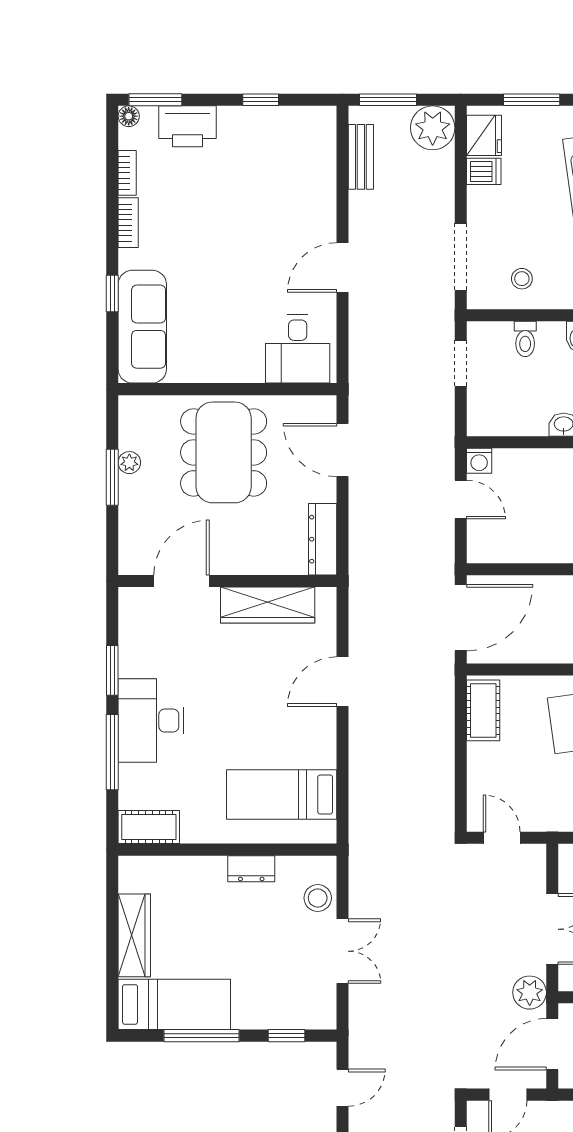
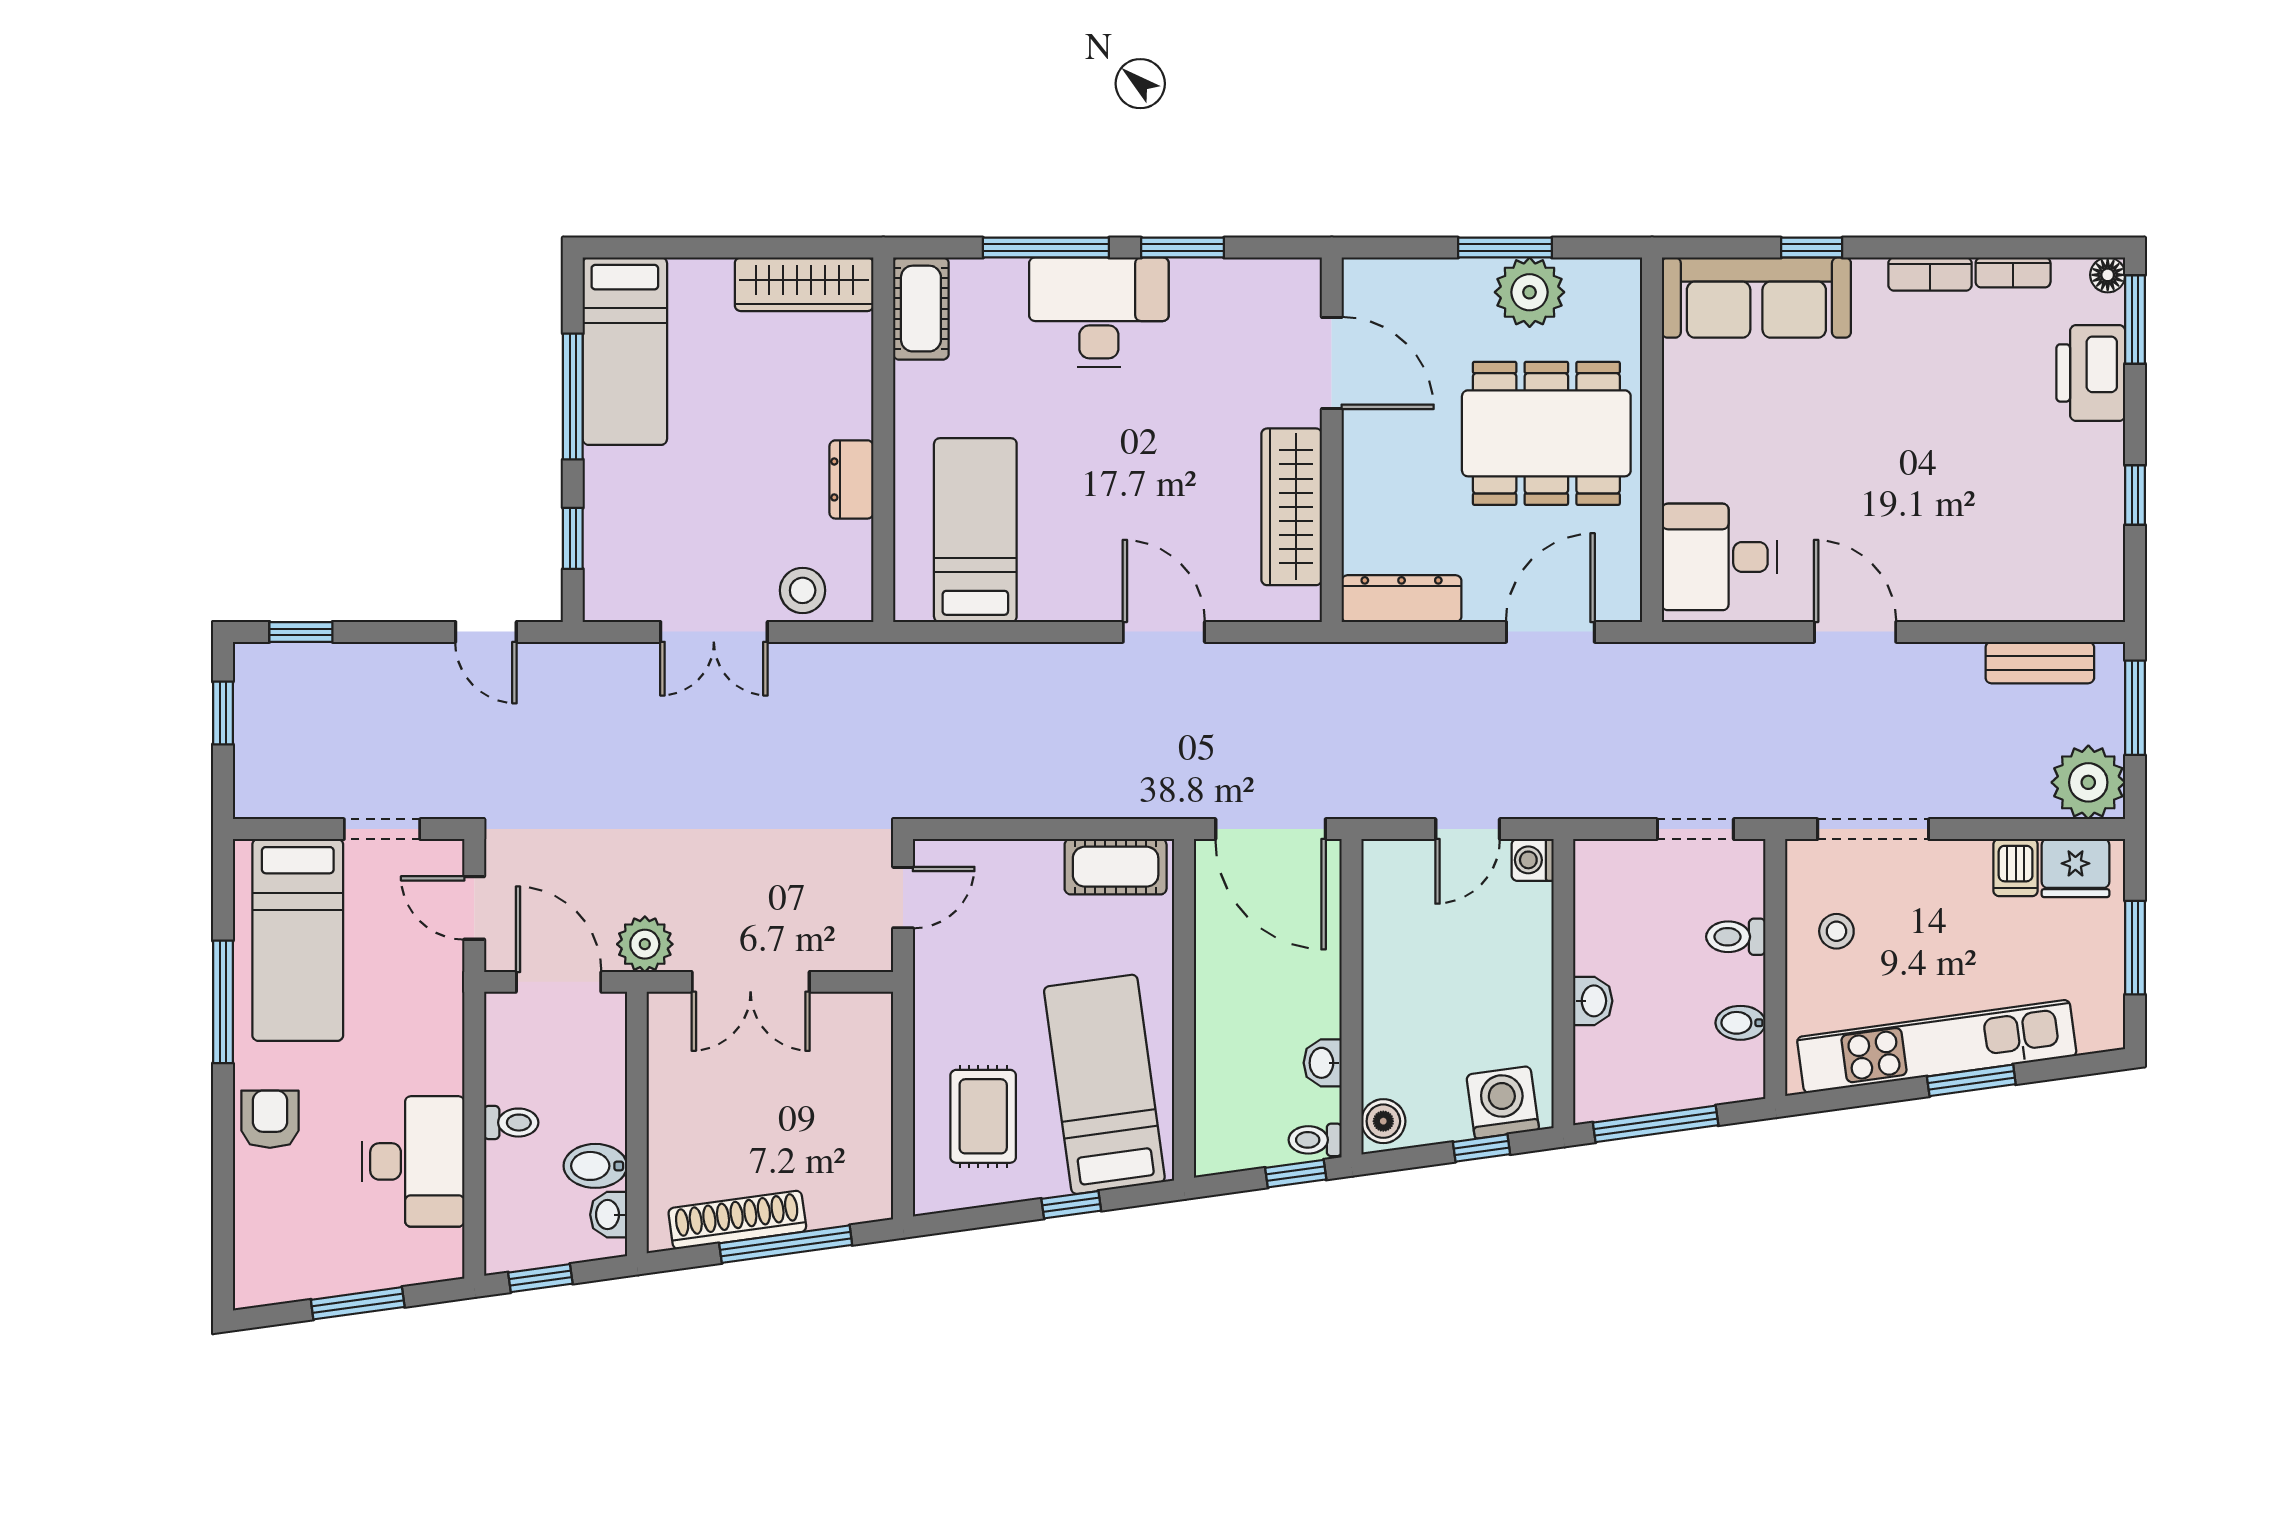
plant: (129, 463) -> (1530, 292), width x1.88, depth x1.88
wardrobe: (134, 935) -> (804, 284), moved

